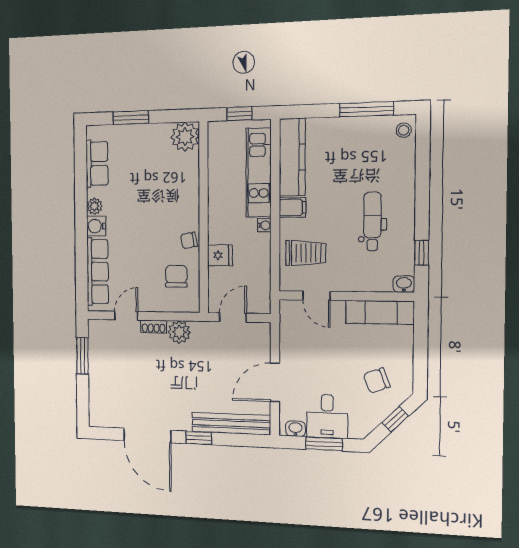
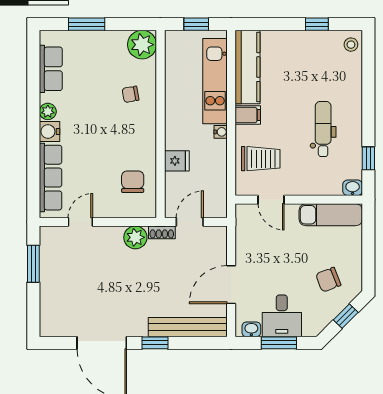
window: (366, 109) -> (317, 24), width x0.46
chair: (189, 240) -> (130, 94), moved
shoe rack: (154, 327) -> (162, 232), moved

